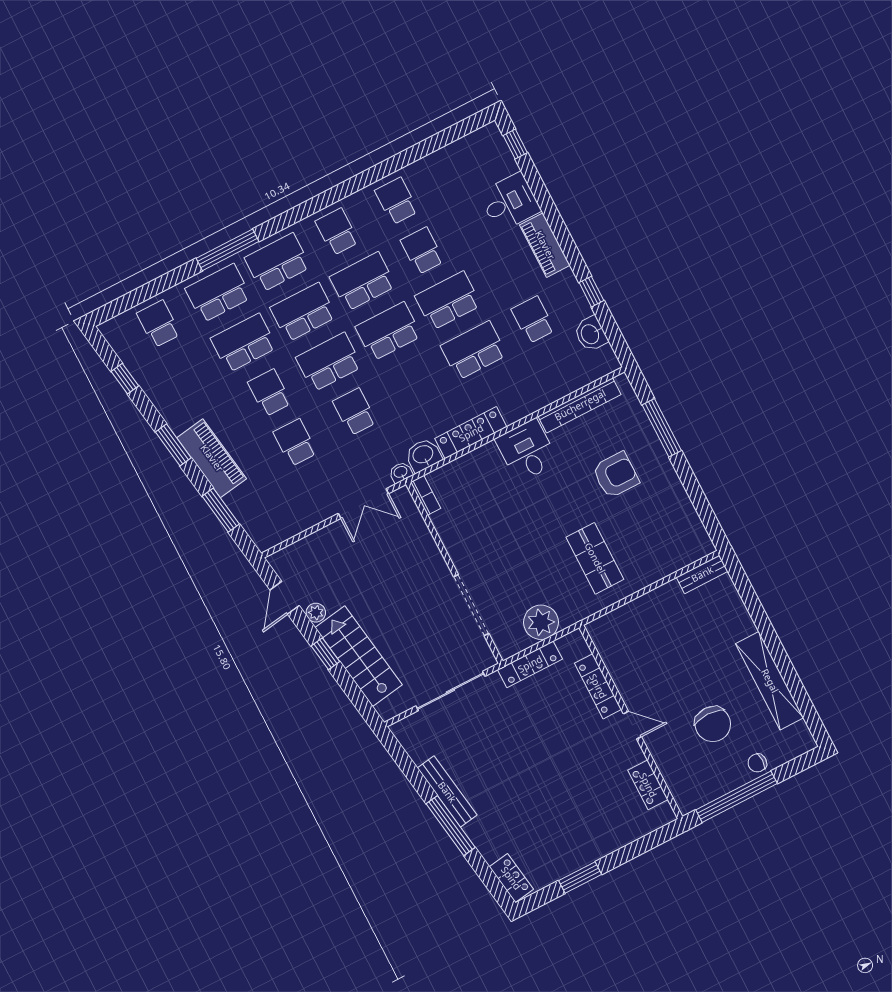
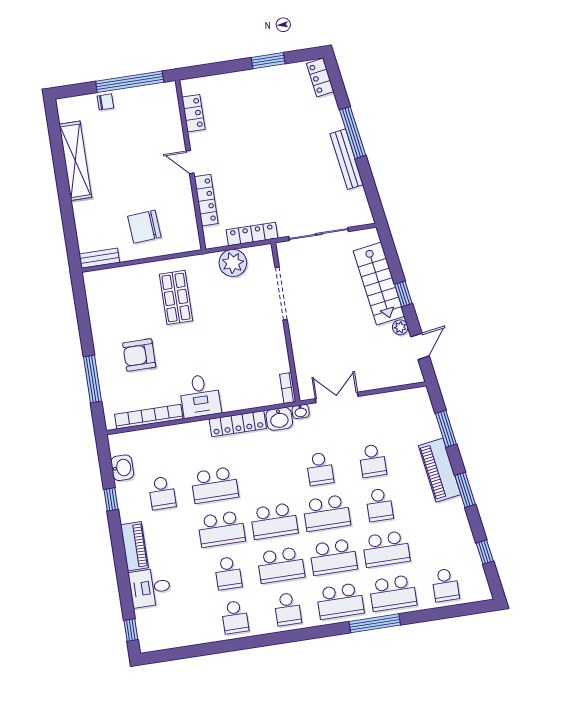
chair: (713, 724) -> (144, 227), moved, turned -94

